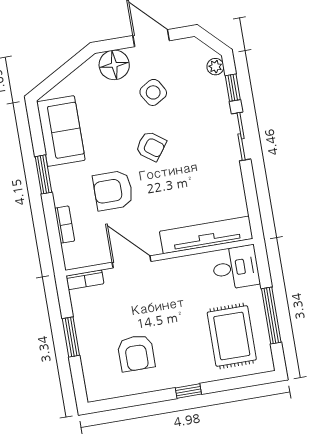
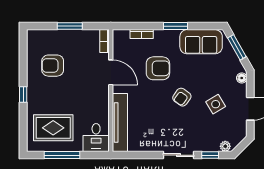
floor lamp: (114, 65) -> (242, 78), width x0.53, depth x0.53
window: (60, 74) -> (237, 47), added
armchair: (113, 190) -> (158, 68), turned 90
door: (132, 262) -> (111, 72), hinge flipped

